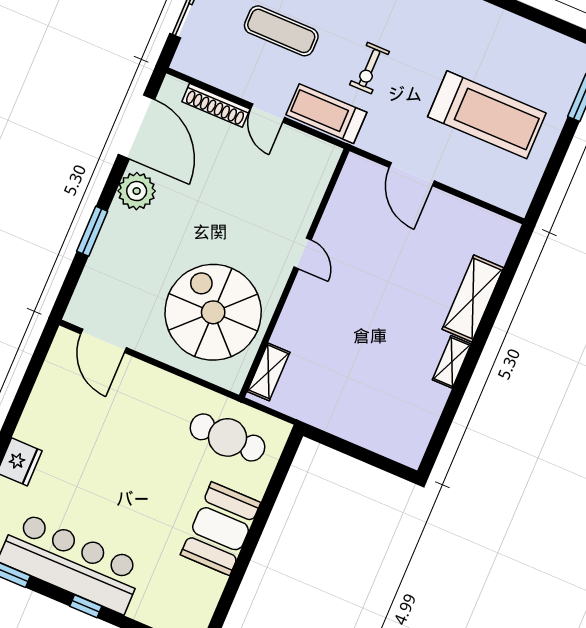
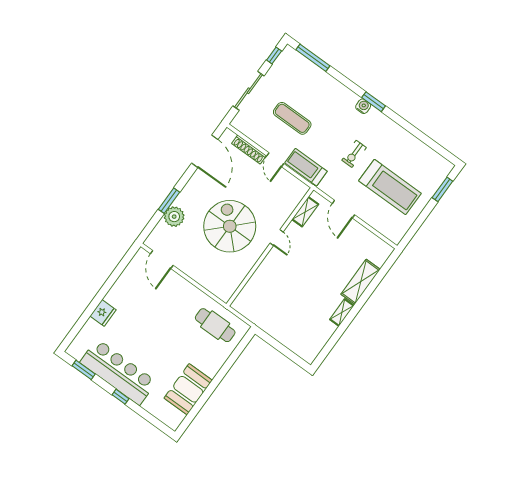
exercise bike: (369, 68) -> (354, 154), moved
plant: (137, 191) -> (174, 217), moved
spiral stairs: (213, 312) -> (230, 226), moved
shelving: (269, 372) -> (305, 212), moved
booth: (221, 529) -> (188, 389), moved

